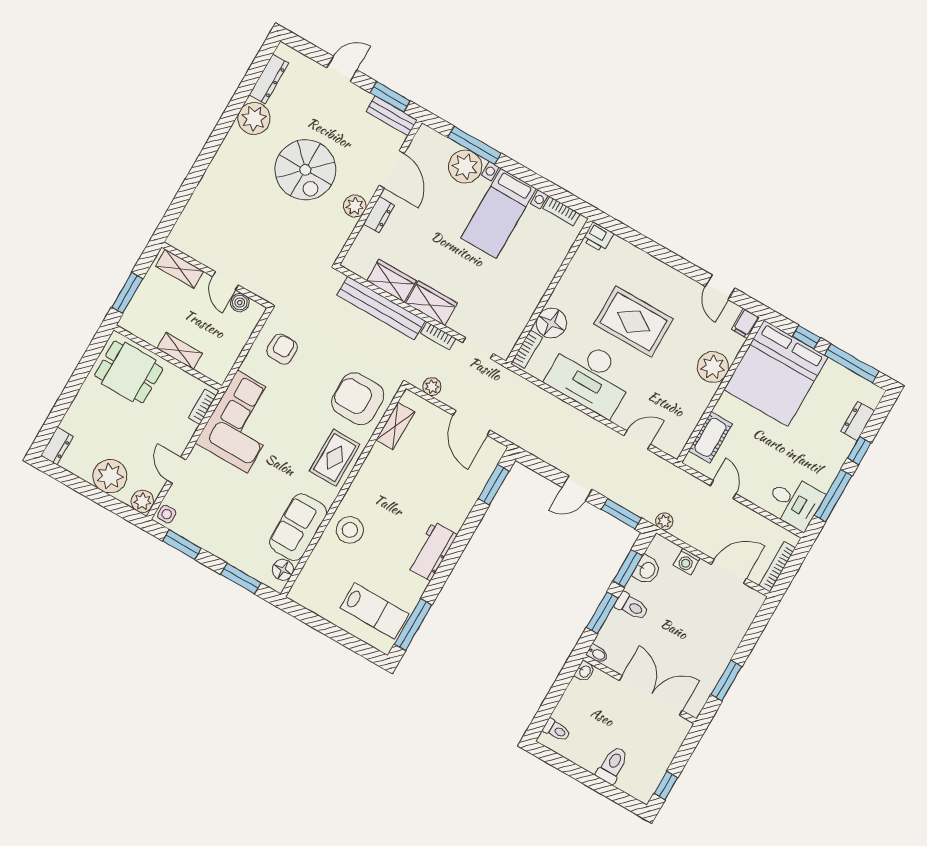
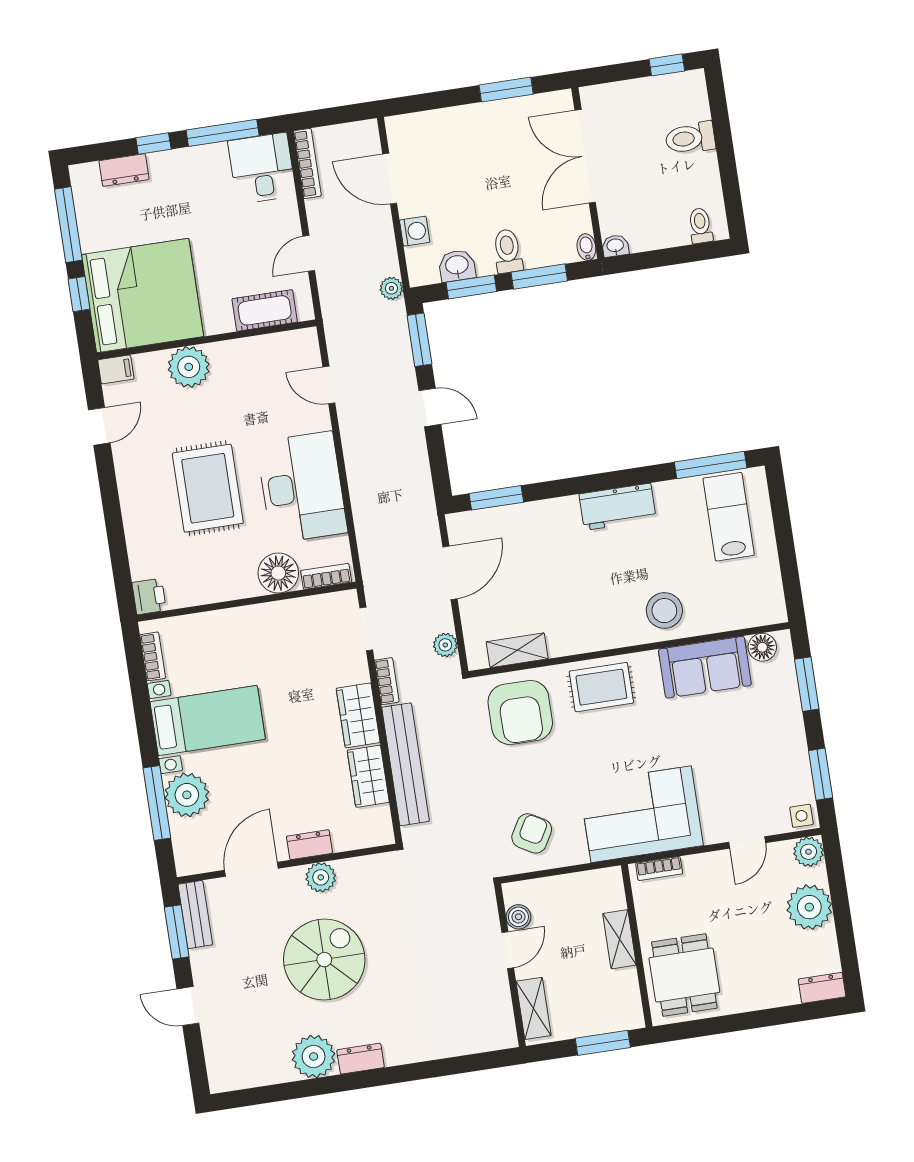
dresser: (269, 79) -> (361, 1059), moved, width x0.70
armchair: (282, 349) -> (532, 833), turned 120
bookcase: (777, 567) -> (307, 163), moved, turned -90

